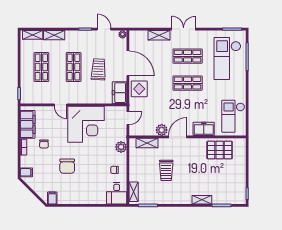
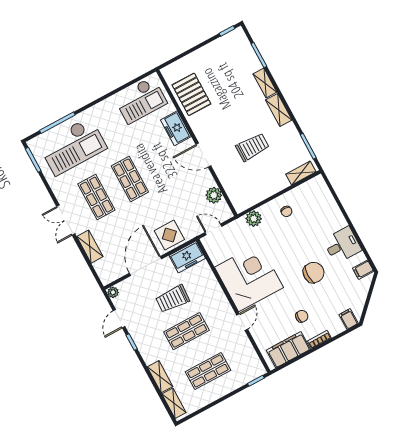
plant: (162, 130) -> (214, 195), moved
shelving: (147, 143) -> (279, 110), moved
desk: (117, 193) -> (342, 245), moved

